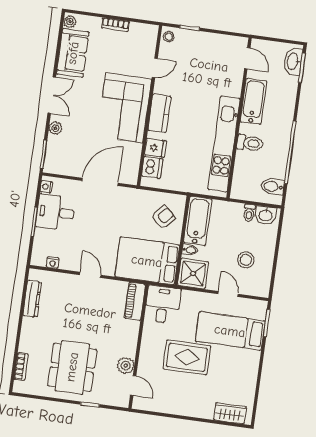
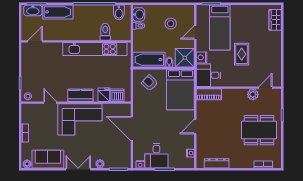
bathtub: (253, 101) -> (58, 12), moved, turned 180
toilet: (250, 143) -> (105, 32), moved
nightstand: (190, 298) -> (202, 57), added
rug: (187, 357) -> (242, 54), width x0.73, depth x0.70

